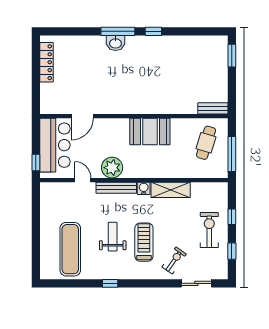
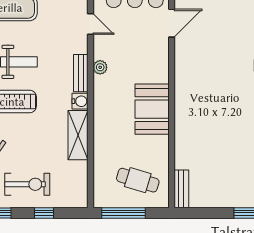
door: (82, 116) -> (172, 23), swing flipped
plant: (112, 168) -> (100, 67), width x0.53, depth x0.53
door: (83, 180) -> (91, 24), hinge flipped
bench: (116, 188) -> (81, 73), width x0.73

